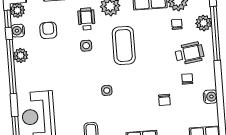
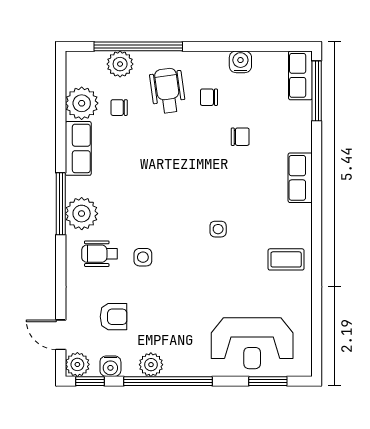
armchair: (48, 30) -> (114, 317), turned 180
coffee table: (124, 45) -> (147, 196), removed

